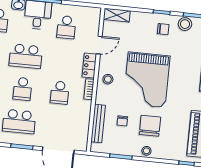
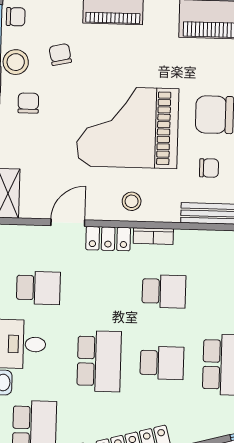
door: (99, 45) -> (68, 223), hinge flipped
chair: (187, 48) -> (60, 54), added
grand piano: (147, 80) -> (128, 127), turned 180

